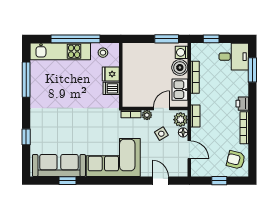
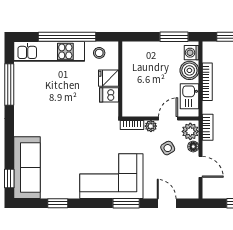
window: (26, 137) -> (9, 178), moved
sofa: (59, 166) -> (27, 168), moved, turned 90
window: (126, 181) -> (126, 203), added

